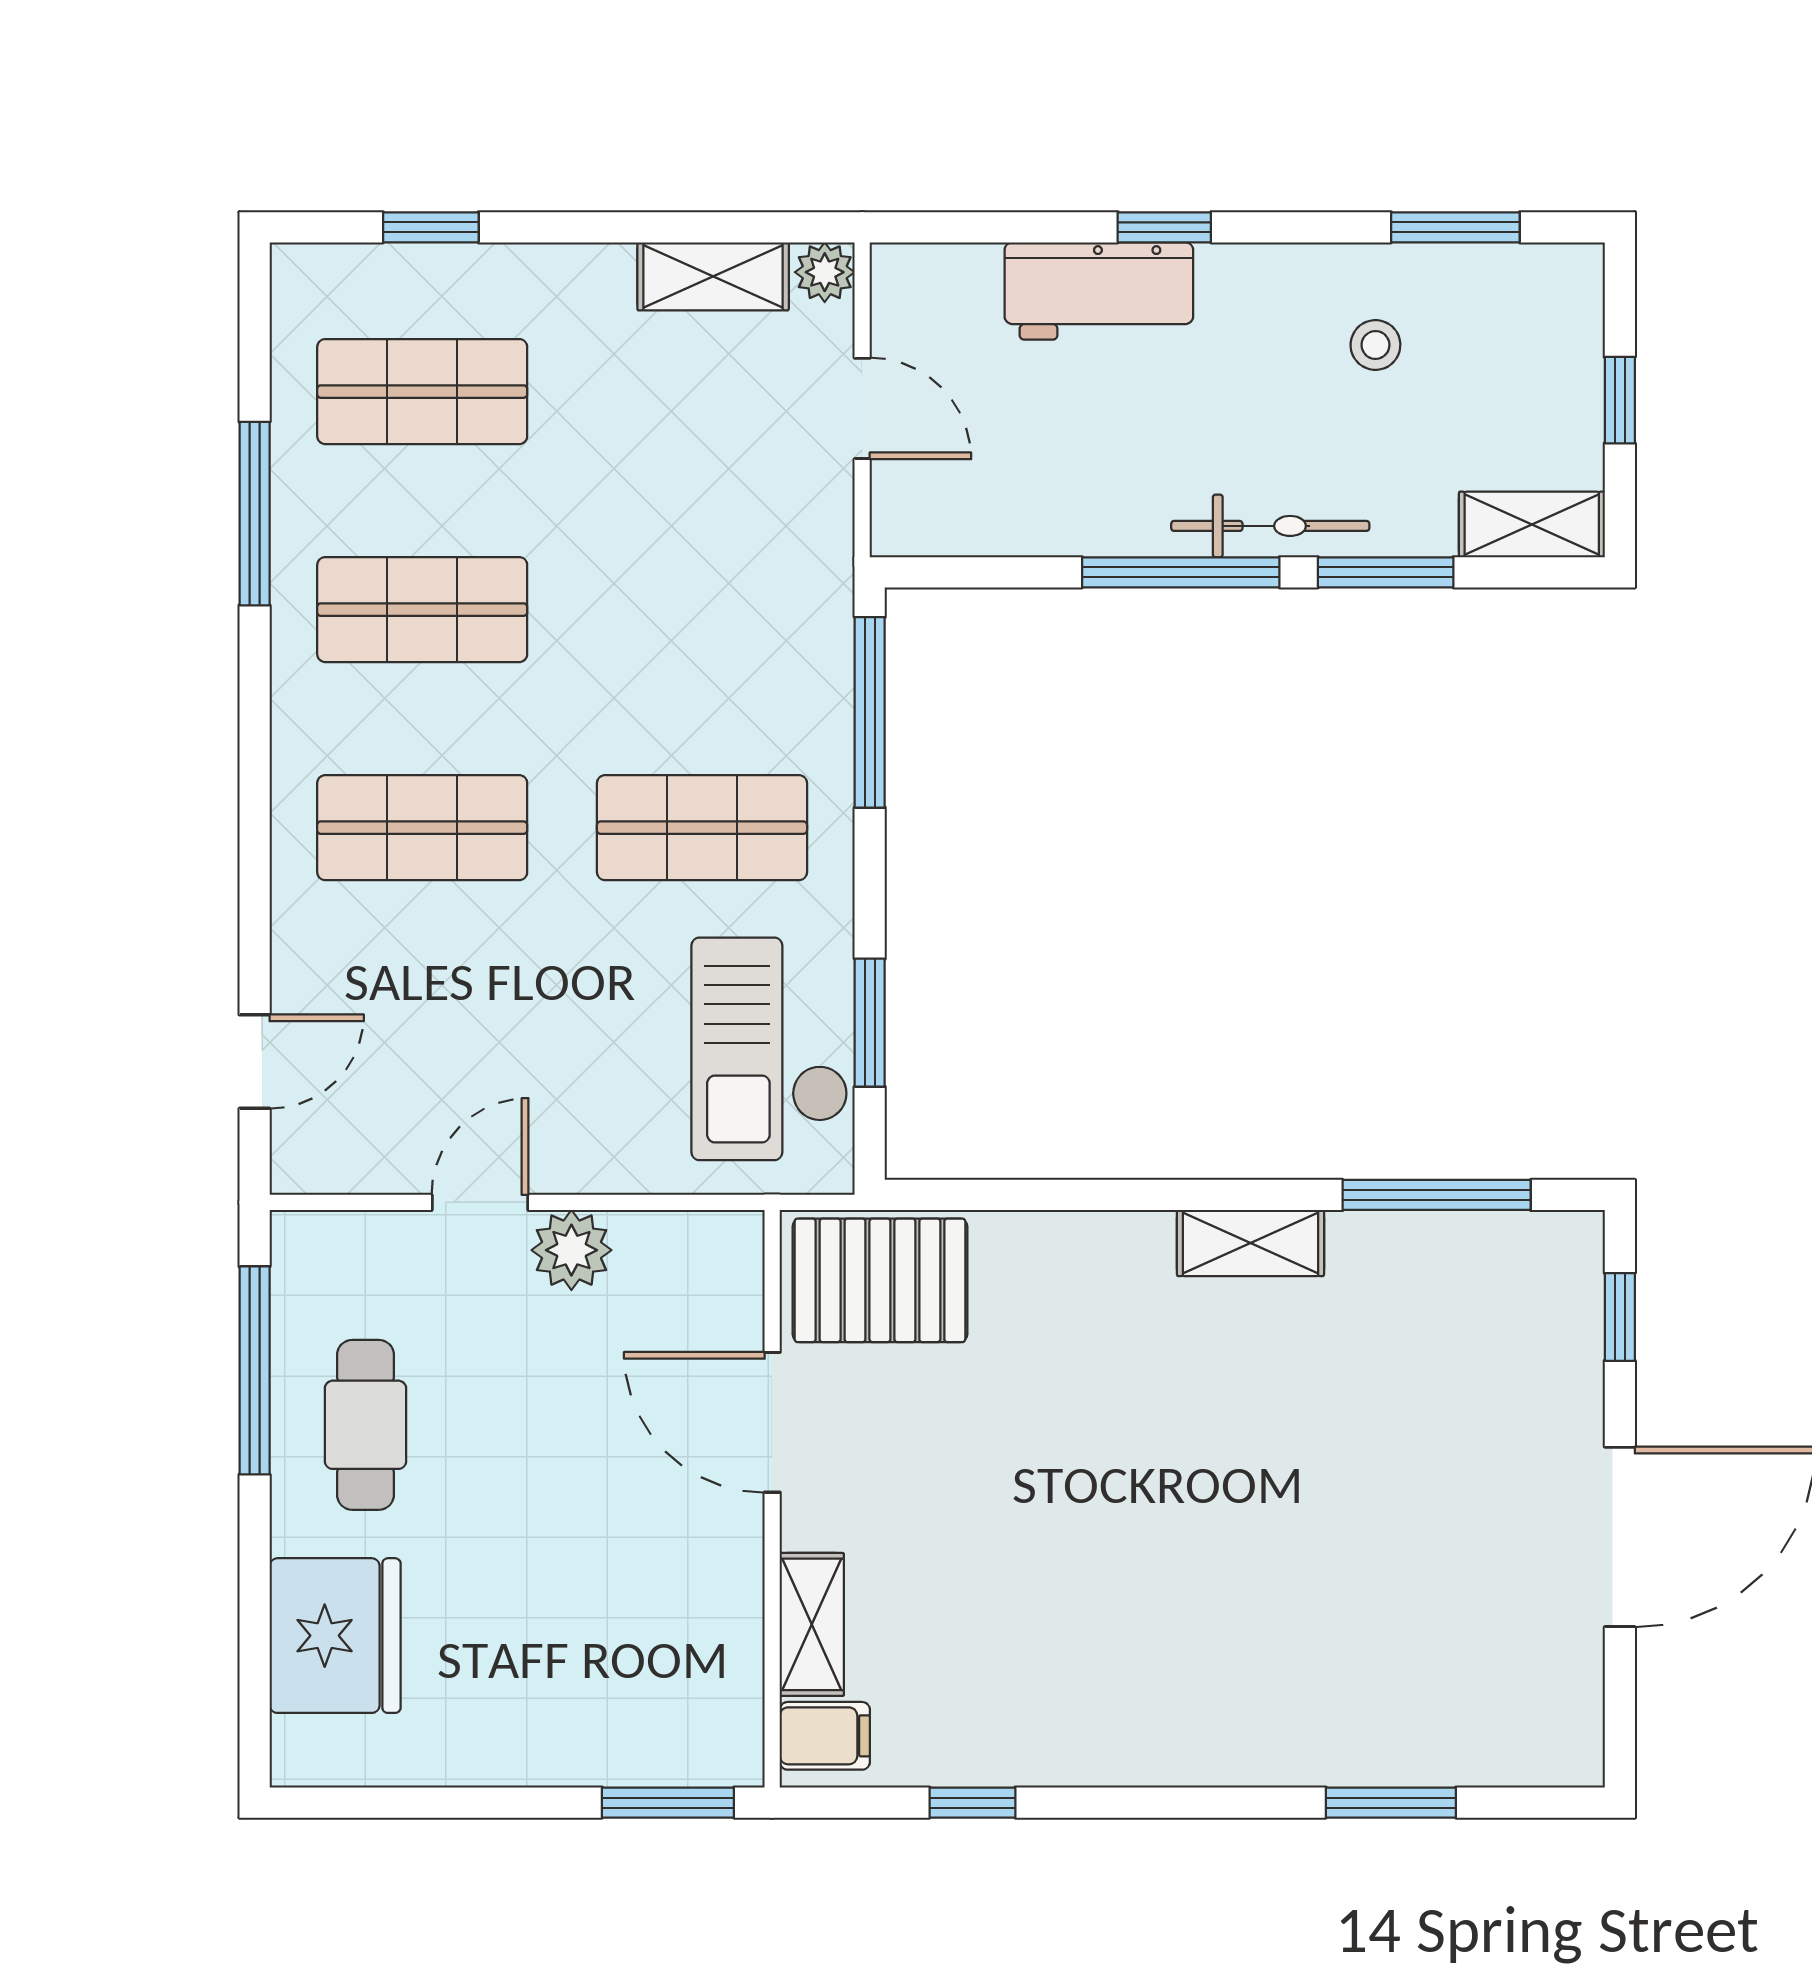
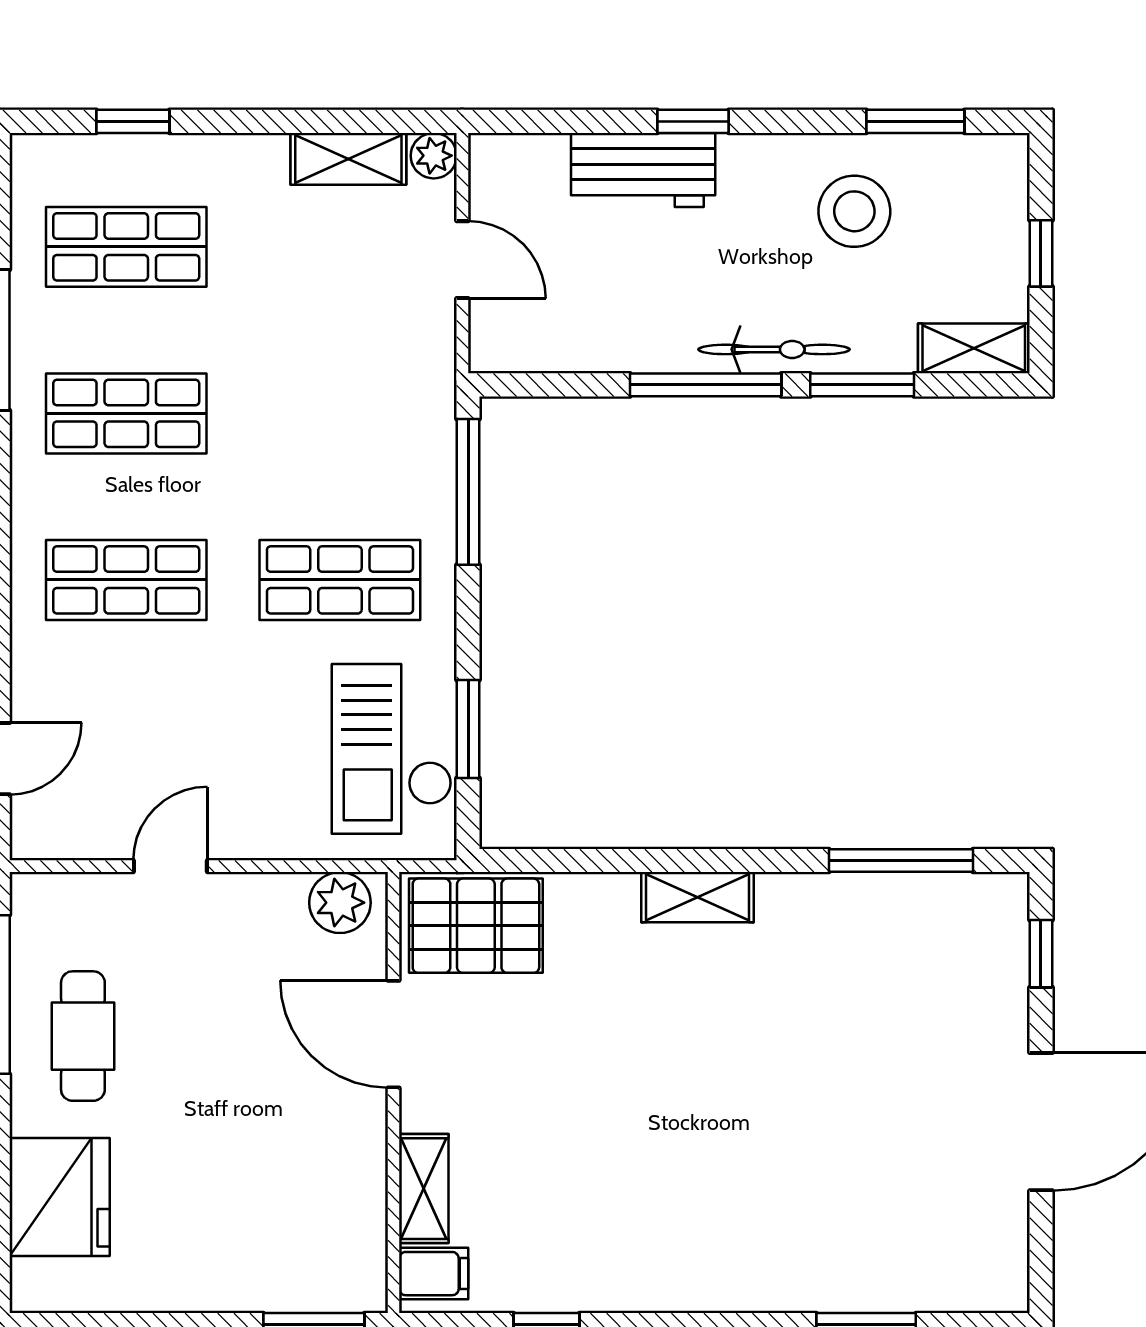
stool: (1375, 345) -> (854, 211), width x1.89, depth x1.89
shelving: (1250, 1243) -> (697, 897), moved
plant: (571, 1250) -> (340, 903), moved

